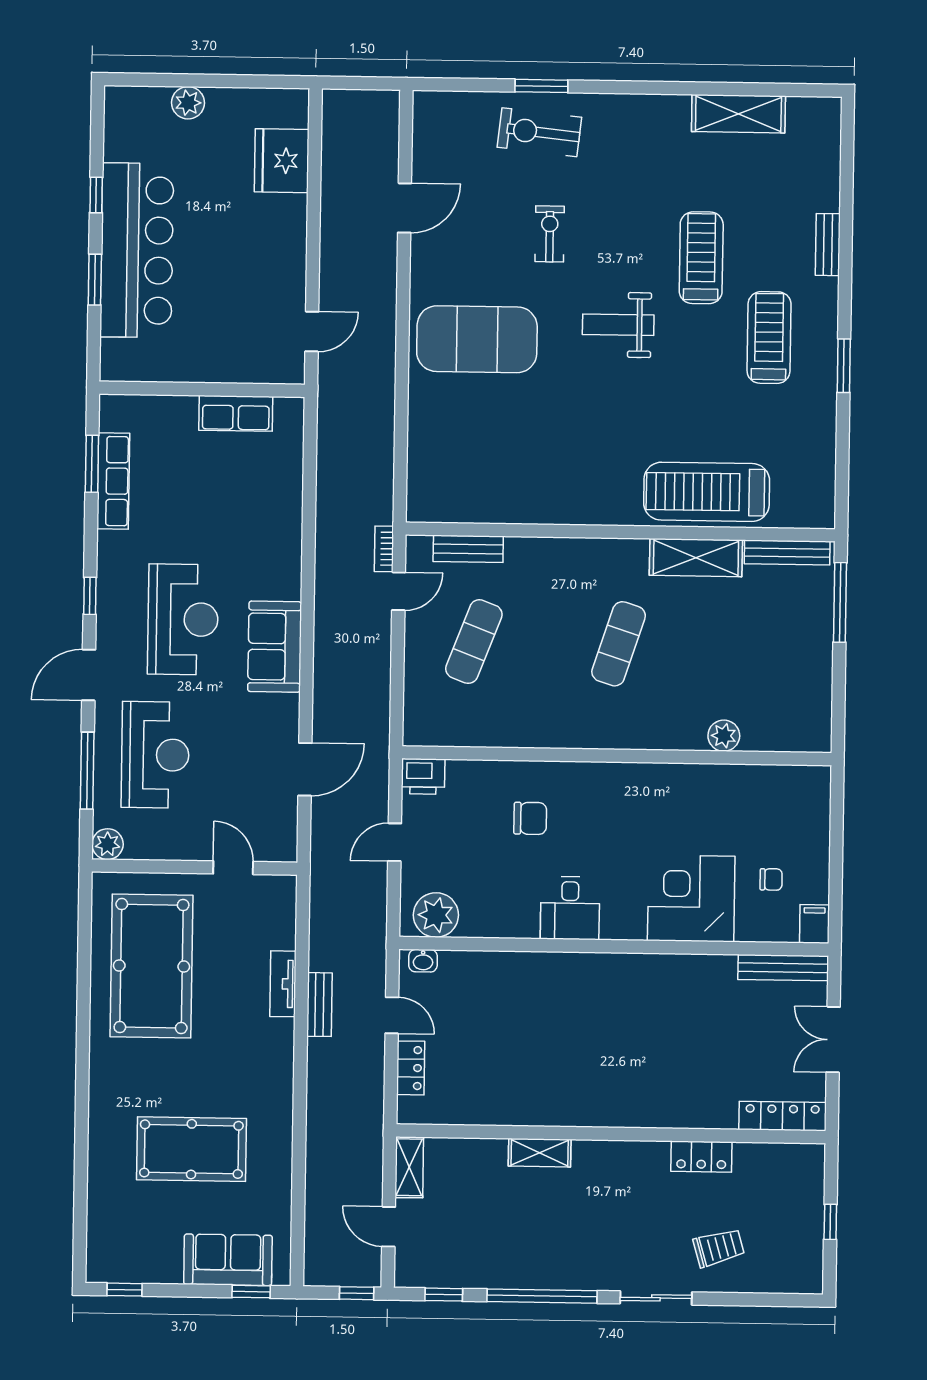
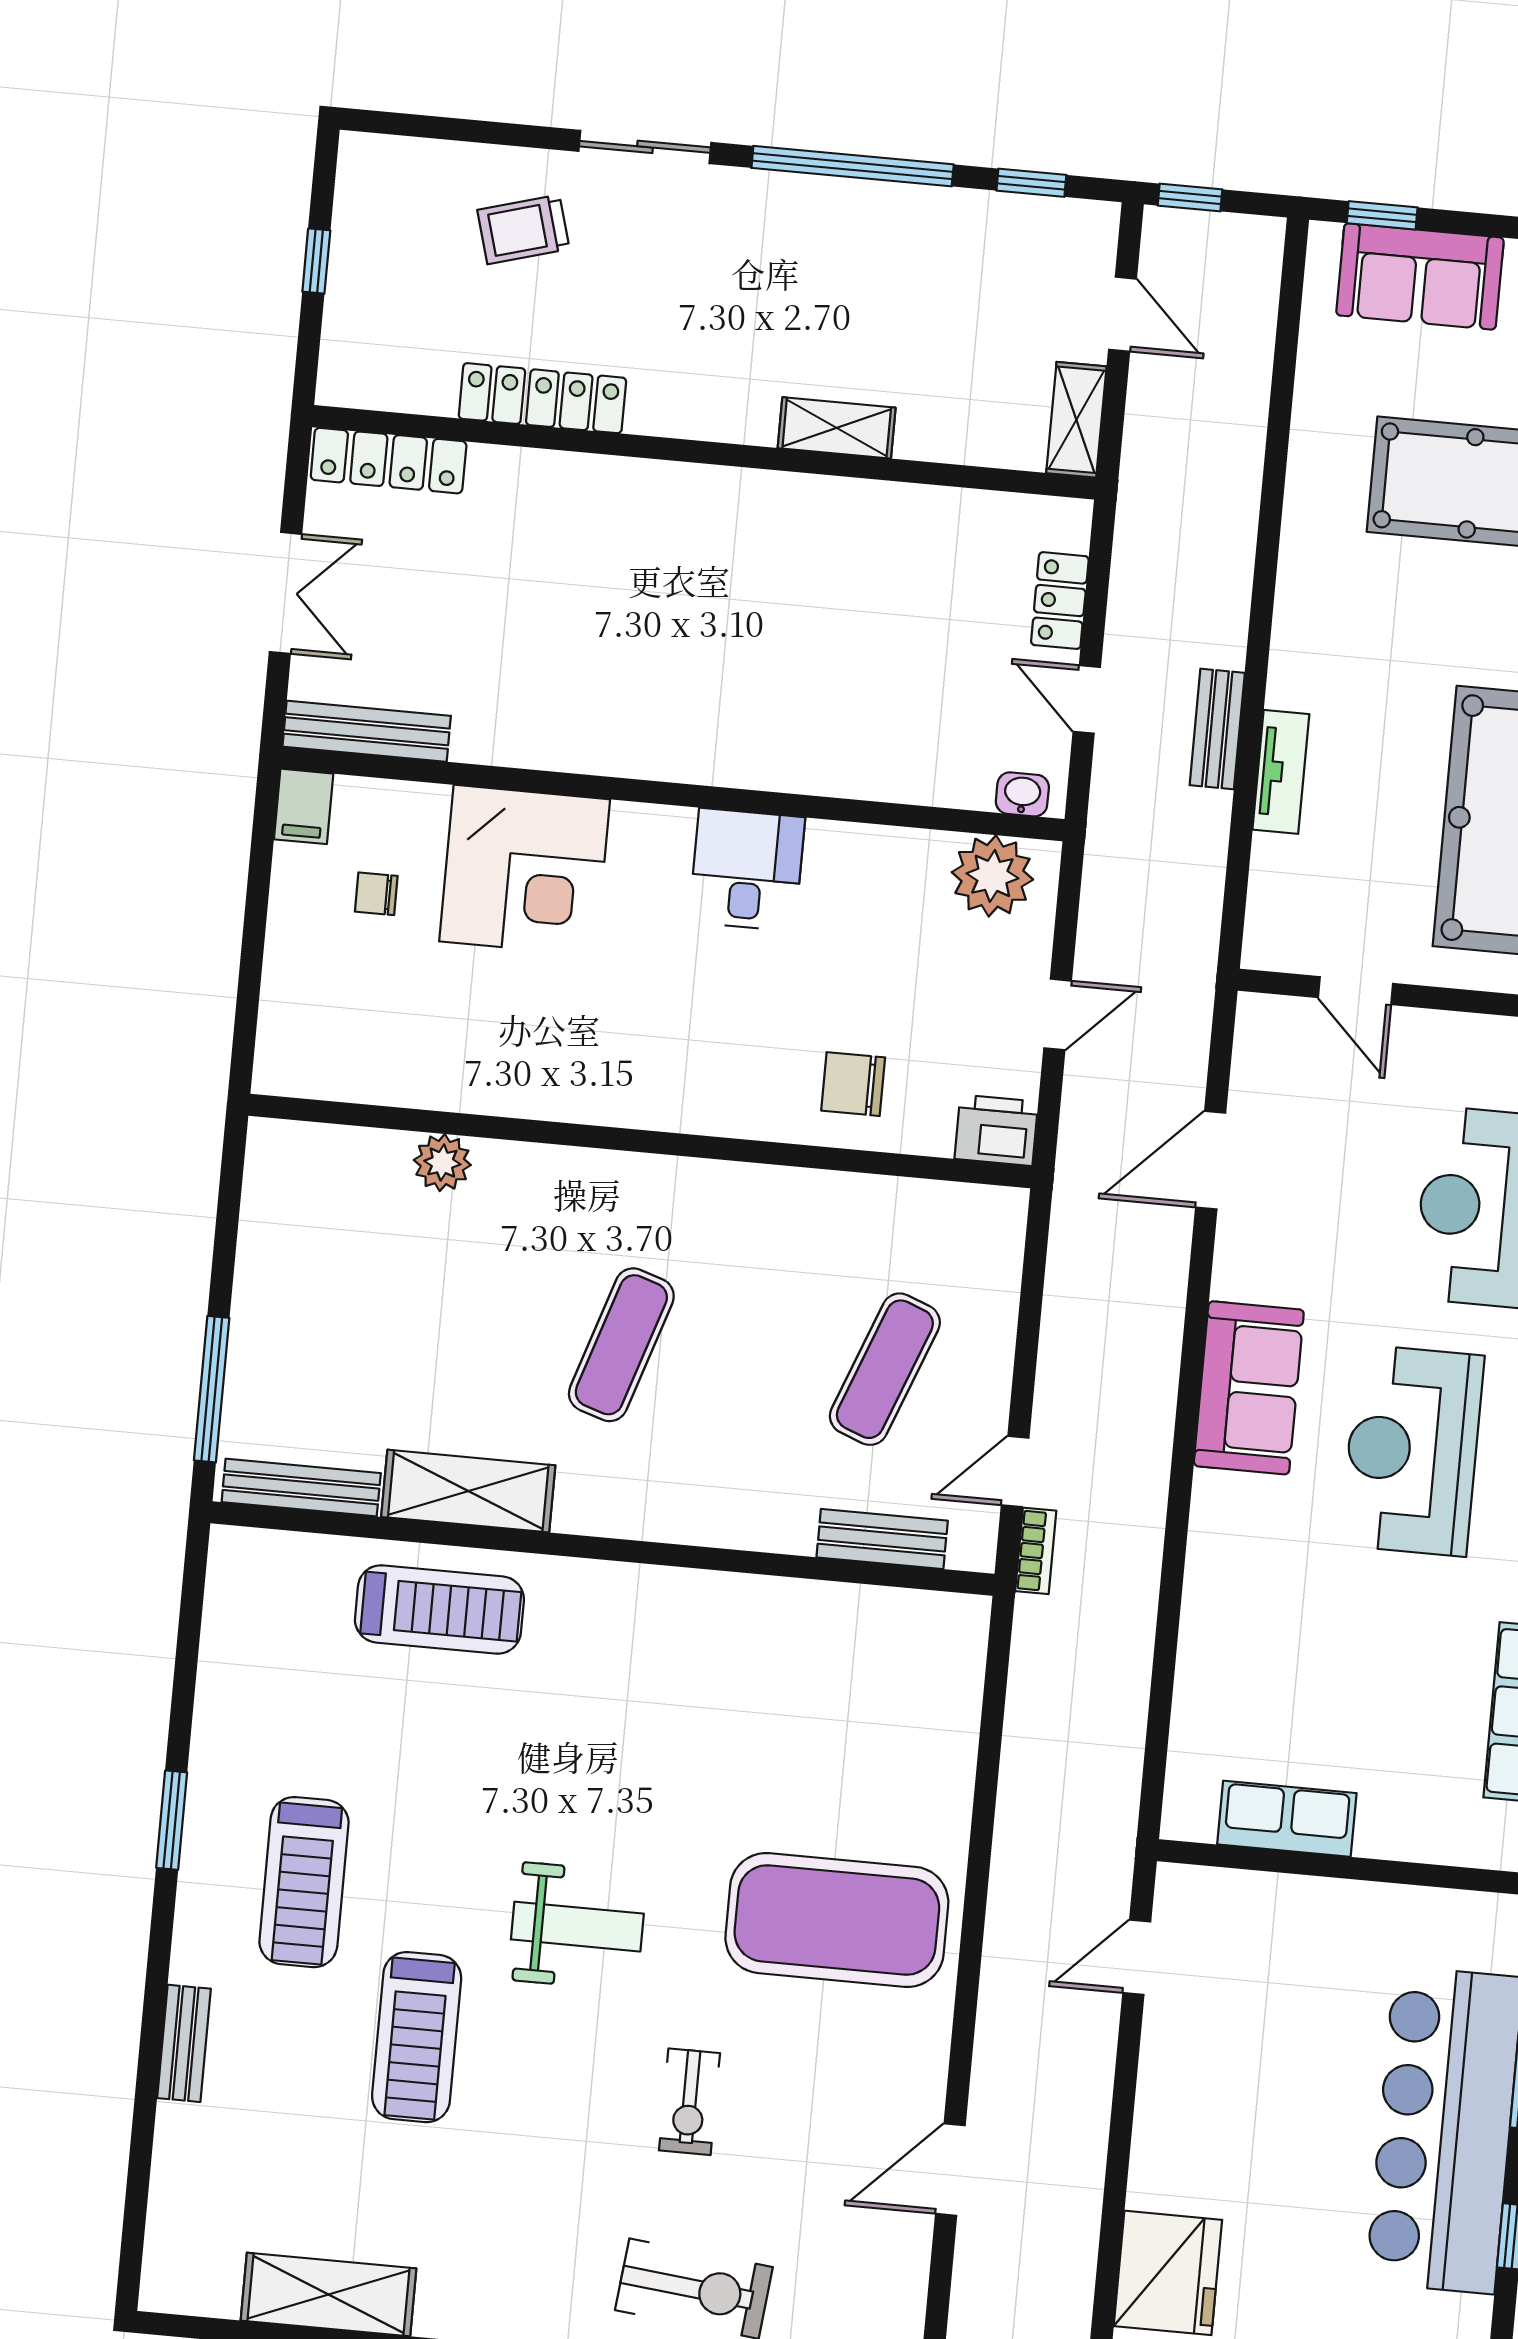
treadmill: (707, 492) -> (439, 1609), width x0.73, depth x0.73
chair: (530, 818) -> (853, 1084), moved
locker: (701, 1157) -> (542, 398), width x1.53

